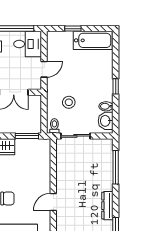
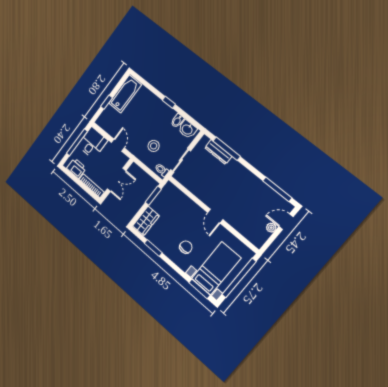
dresser: (107, 206) -> (218, 152), moved

